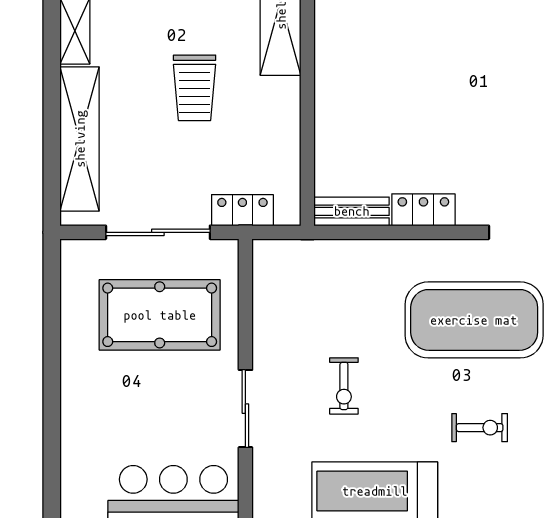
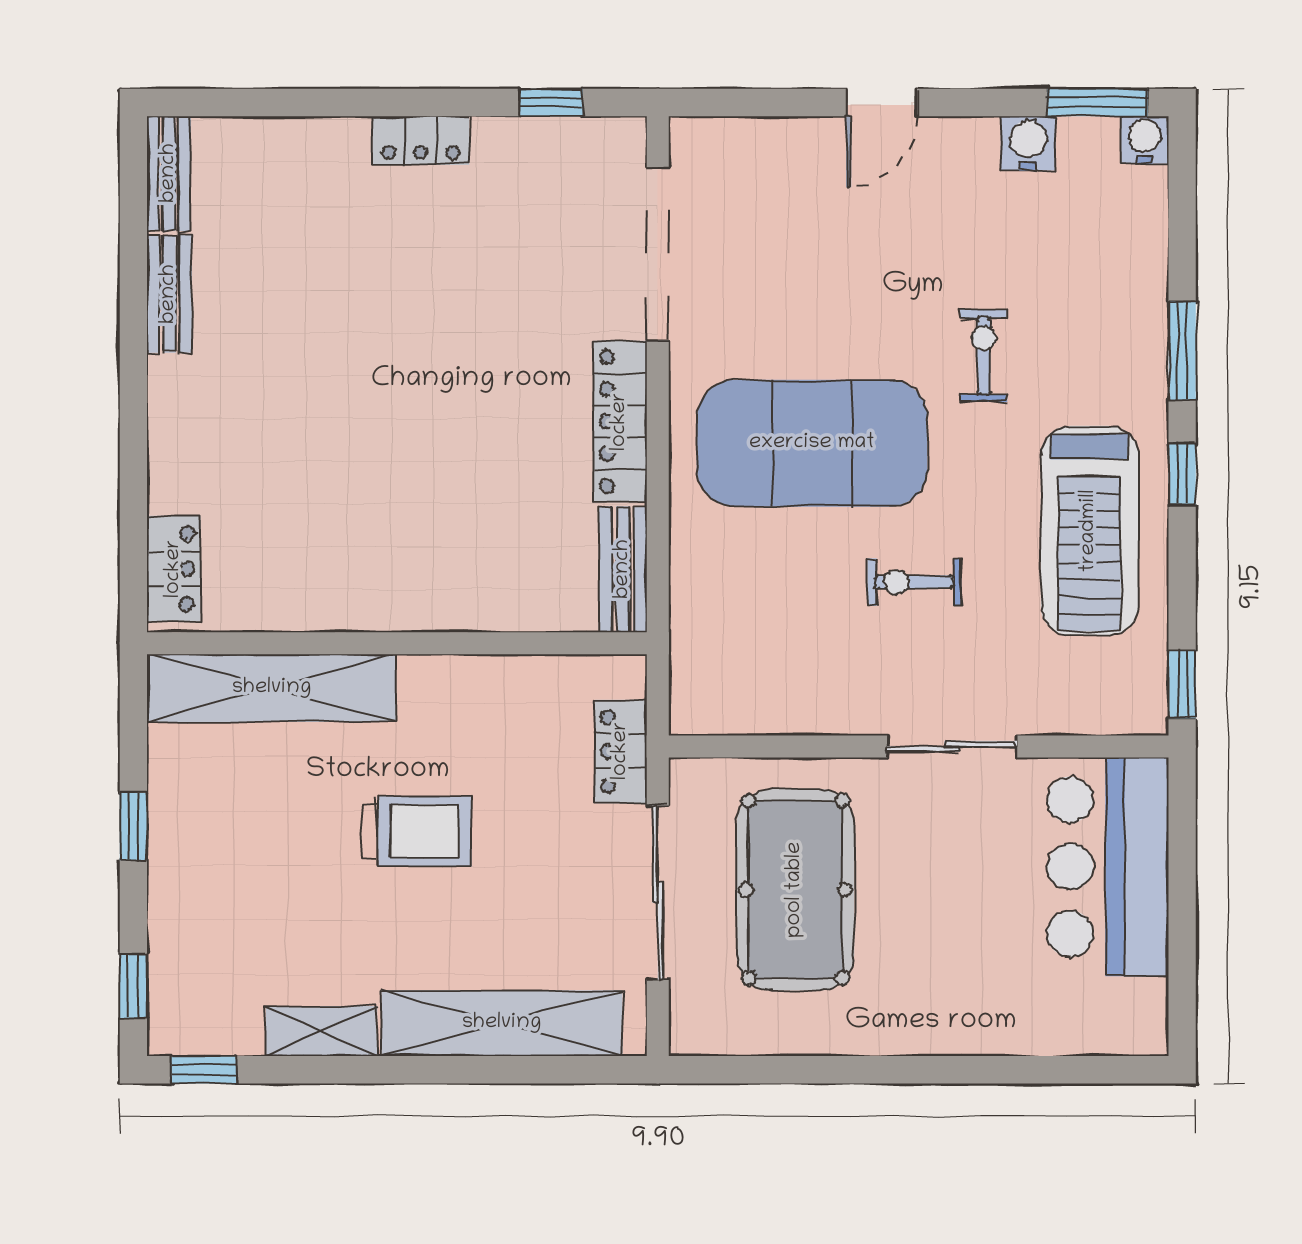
locker: (423, 210) -> (620, 422), width x1.53
exercise mat: (474, 320) -> (812, 443), moved, turned 90
exercise bike: (344, 386) -> (914, 582), turned 180

